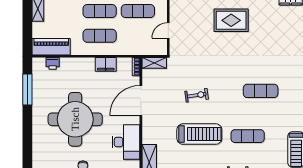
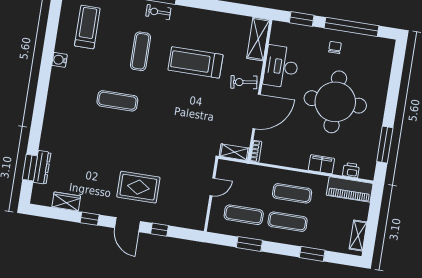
filing cabinet: (106, 64) -> (321, 164), moved
exercise bike: (197, 95) -> (244, 82), moved
exercise mat: (248, 136) -> (140, 51), turned 90

